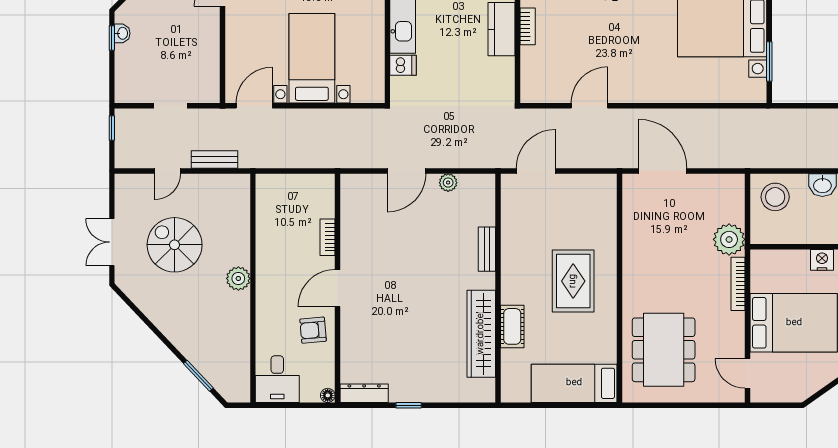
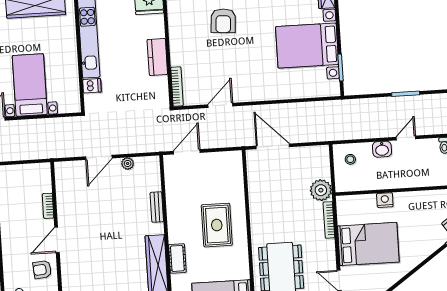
bookcase: (528, 26) -> (177, 87), moved, width x1.56
stool: (775, 197) -> (350, 159), width x0.53, depth x0.53

